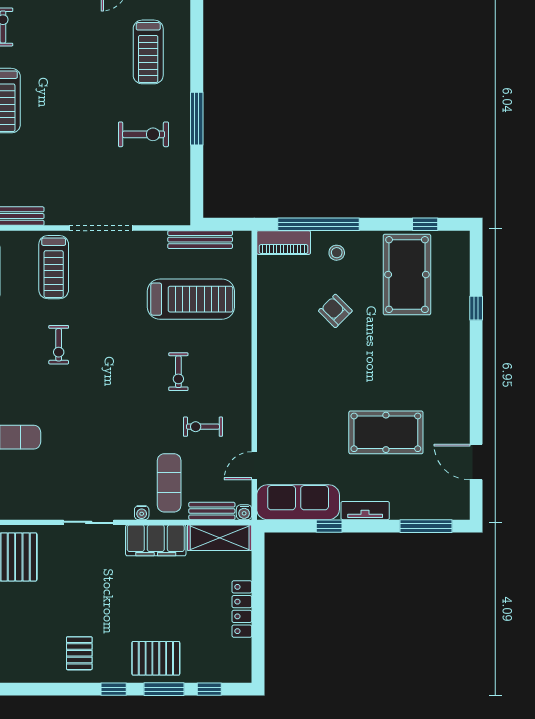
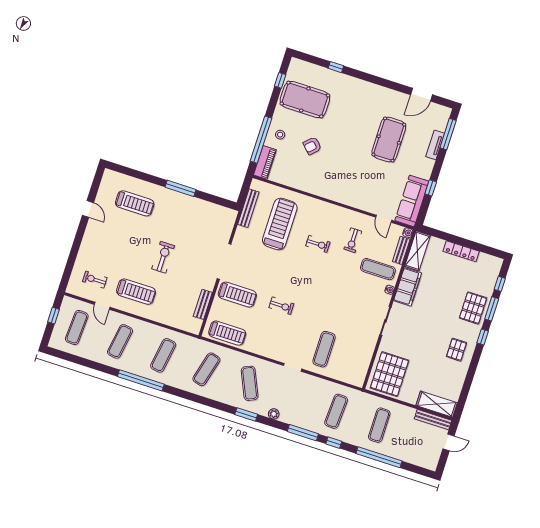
exercise bike: (144, 134) -> (163, 257), moved
tv unit: (365, 511) -> (435, 145), moved
pallet: (79, 653) -> (456, 350), turned 90

